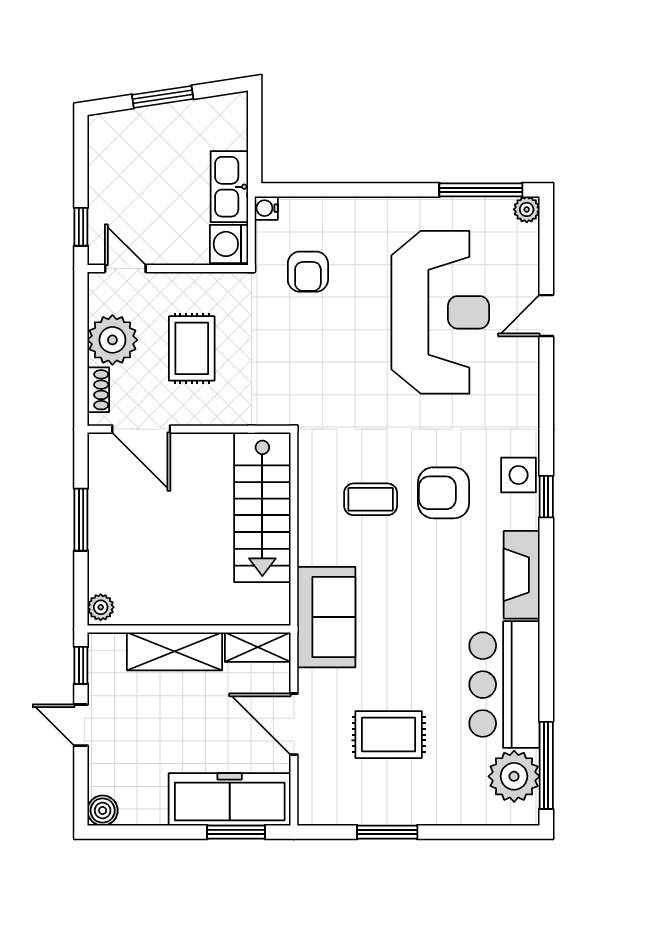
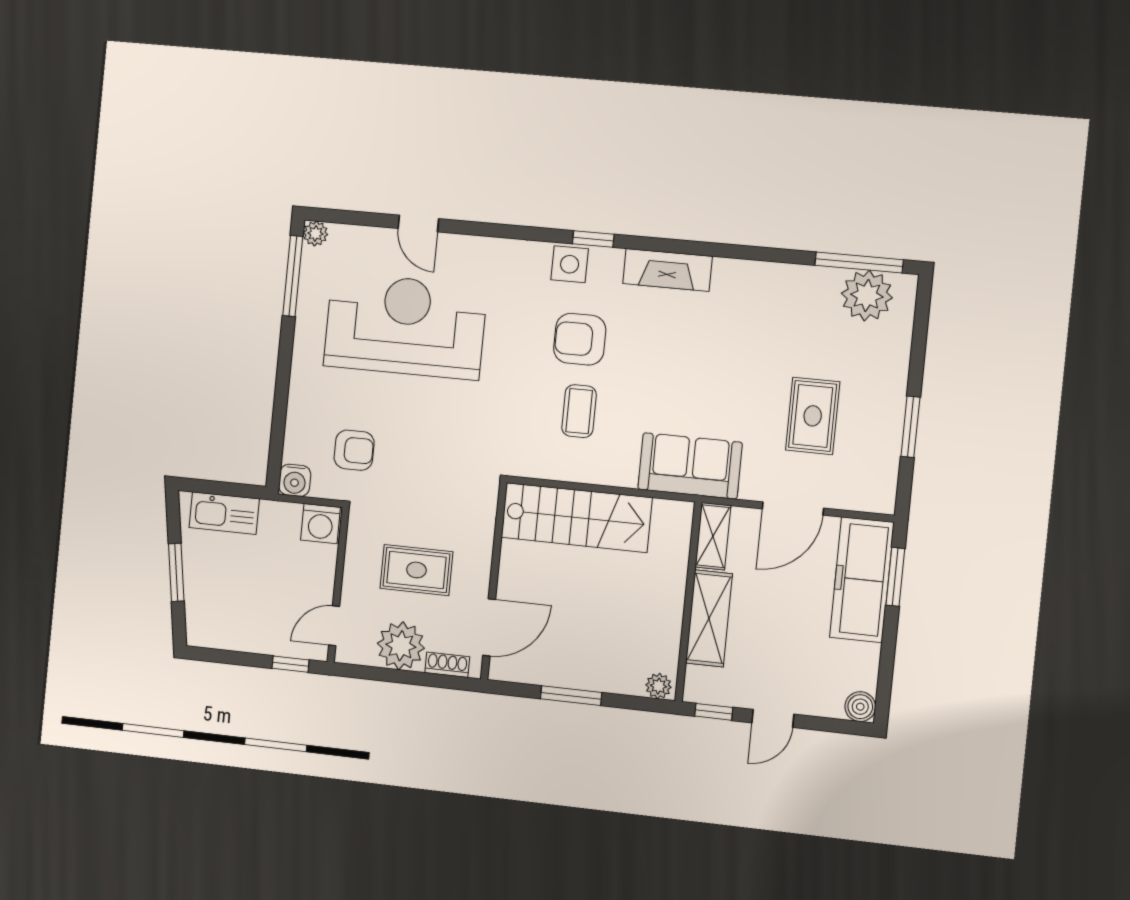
kitchen sink: (229, 187) -> (224, 513), moved
water cooler: (266, 208) -> (295, 480), width x1.38, depth x1.38
armchair: (444, 493) -> (580, 339), turned 90
bar counter: (504, 685) -> (774, 297), removed

